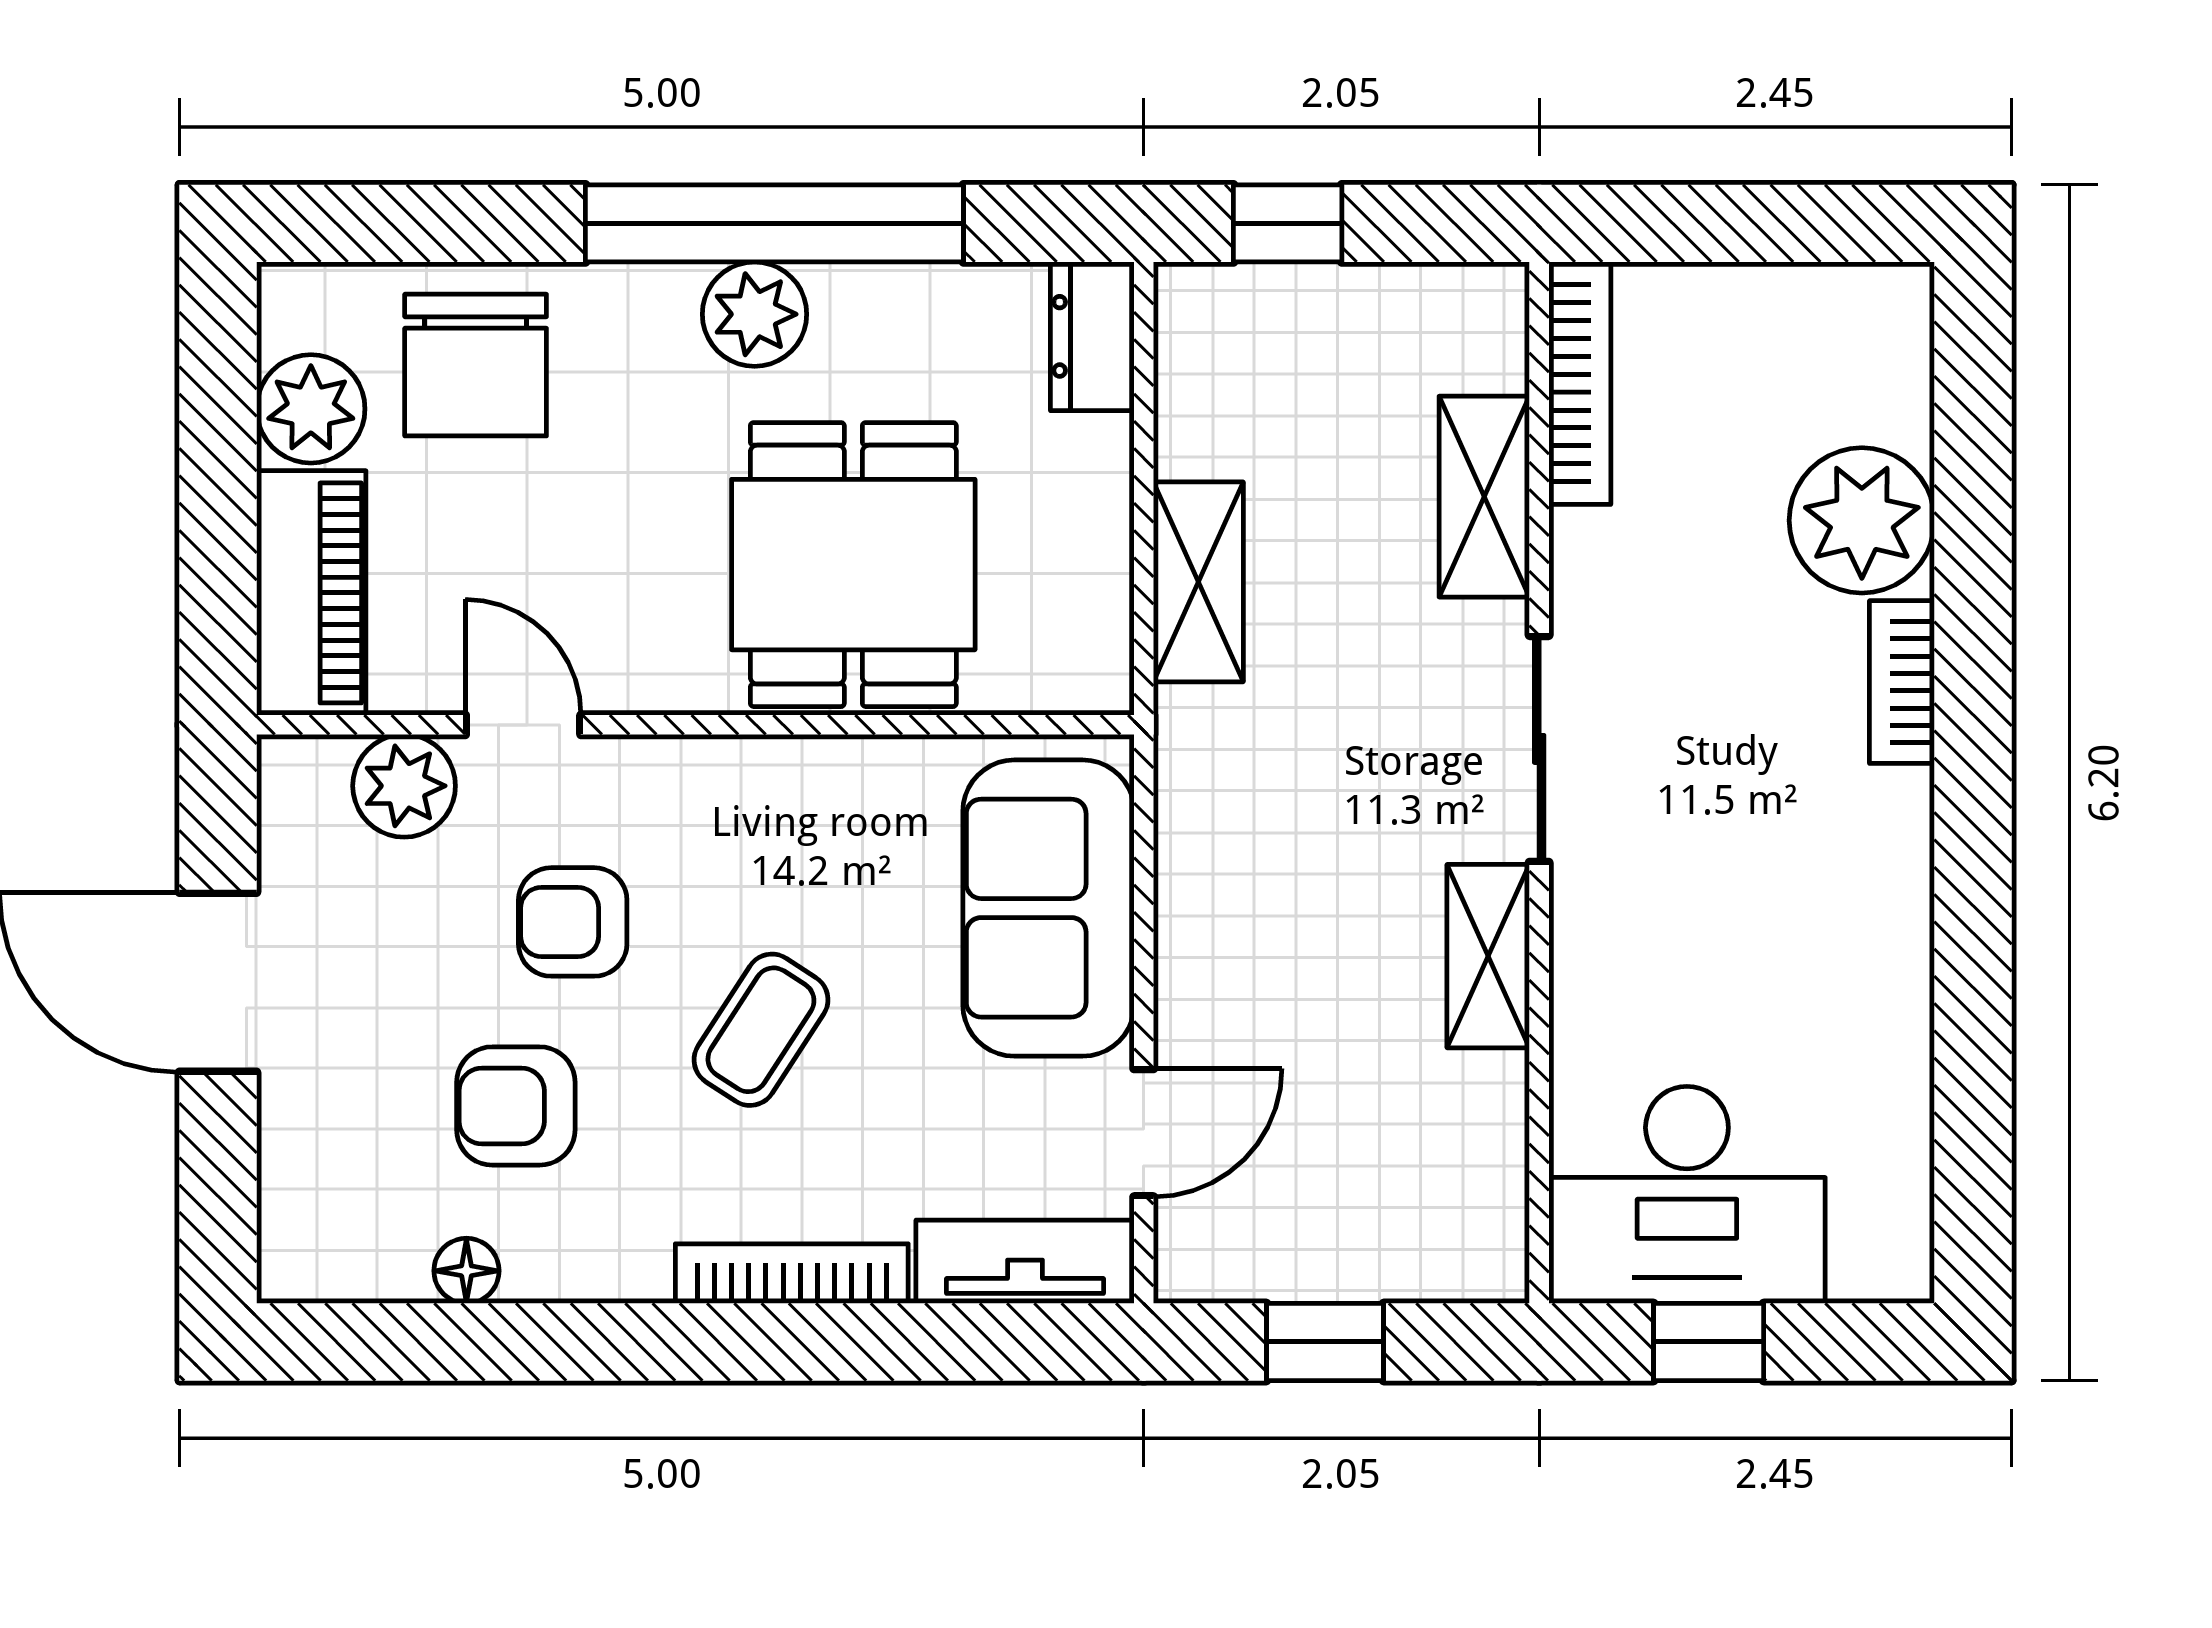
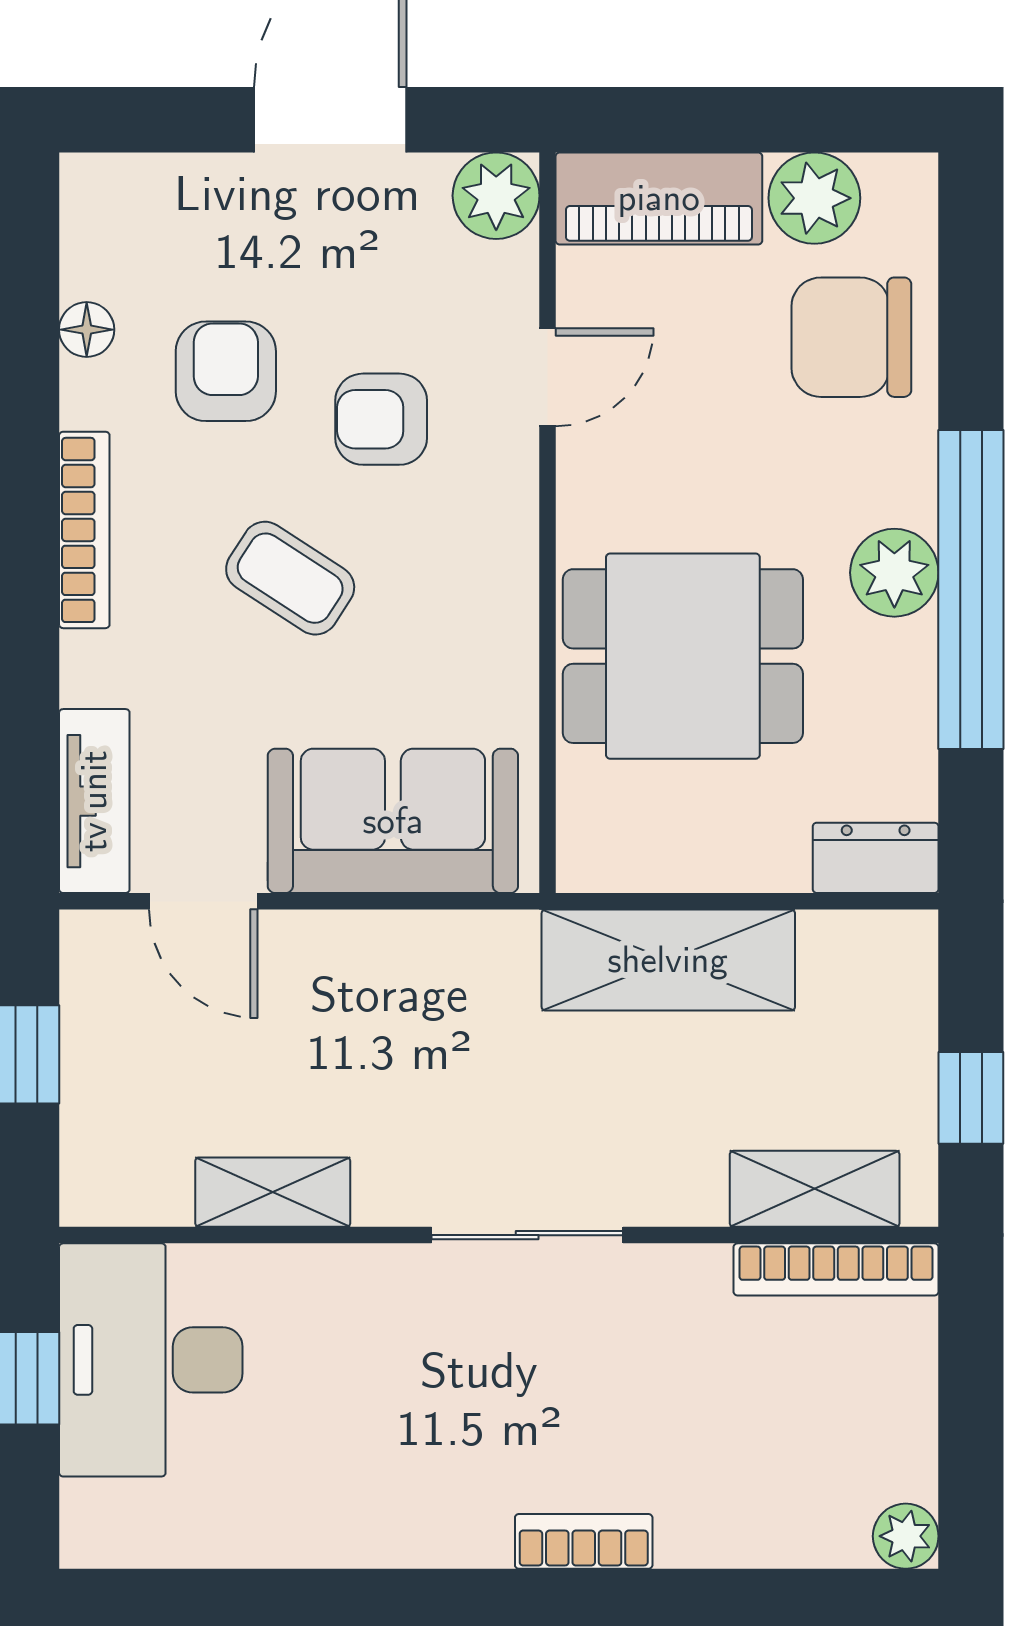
window: (1288, 223) -> (971, 1098), moved
shelving: (1484, 497) -> (815, 1189), moved
plant: (1862, 520) -> (906, 1536), moved, width x0.53, depth x0.53
shelving: (1198, 582) -> (668, 960), width x1.50, depth x1.33
plant: (404, 786) -> (496, 196), moved
armchair: (573, 922) -> (381, 419), turned -90
shelving: (1488, 956) -> (273, 1192), moved
bookcase: (792, 1274) -> (84, 530), moved

